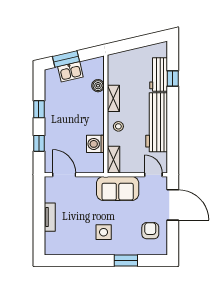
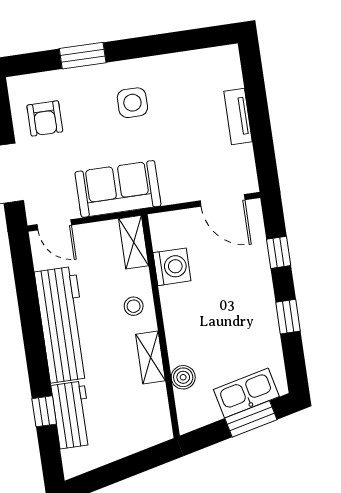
kitchen sink: (70, 72) -> (246, 393), width x1.38

